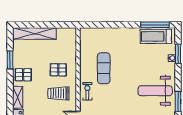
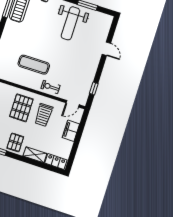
pallet: (58, 70) -> (21, 108), width x1.50, depth x1.42

